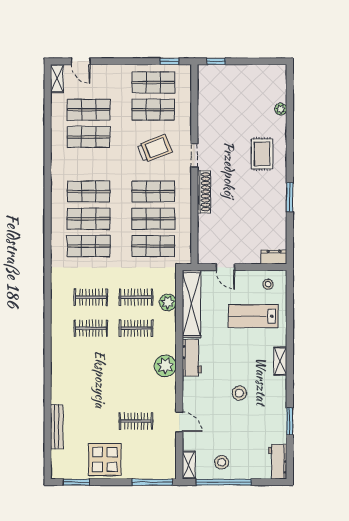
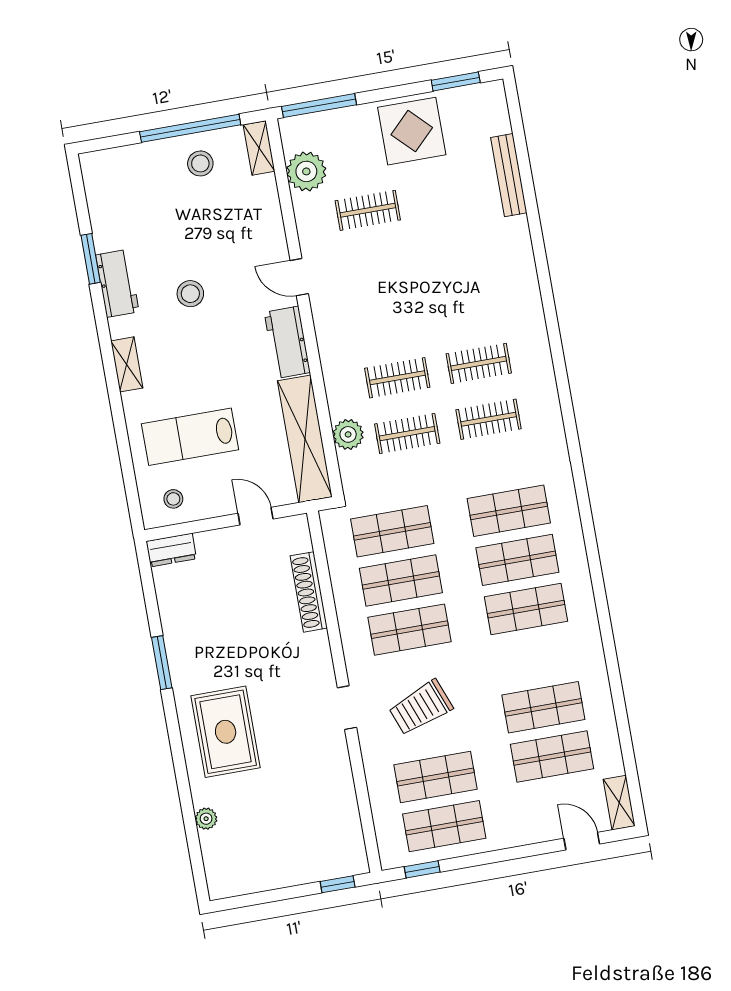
rug: (262, 154) -> (226, 732), width x1.36, depth x1.43
shoe rack: (204, 192) -> (309, 592), moved
lab bench: (253, 316) -> (190, 437), turned 180
plant: (165, 366) -> (306, 171), moved
door: (179, 422) -> (299, 277), moved
workbench: (278, 462) -> (117, 283), moved

